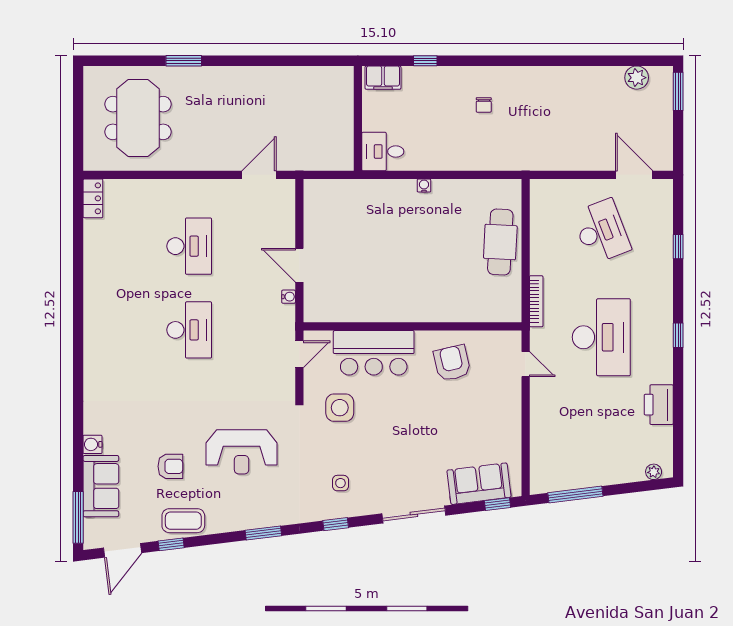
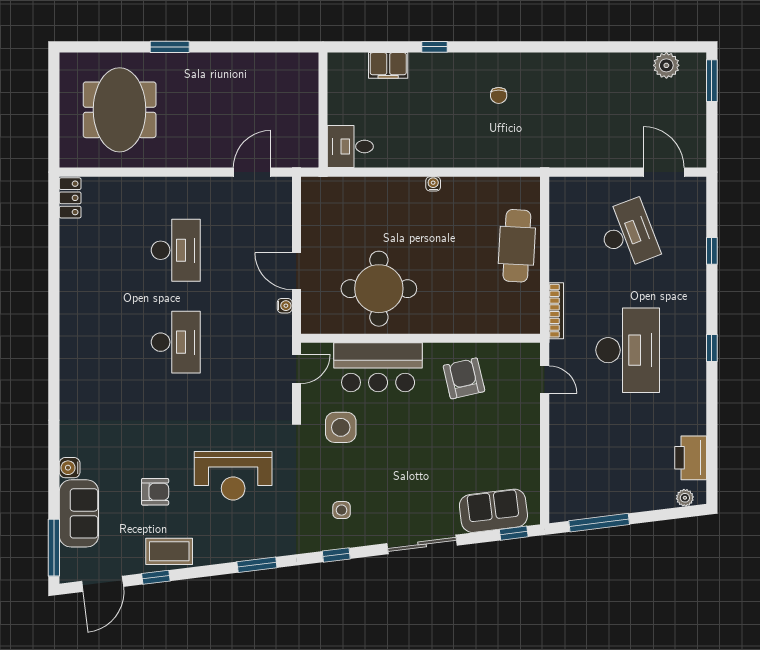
wall: (358, 118) -> (323, 110), moved
desk: (383, 152) -> (350, 146), moved
round table: (374, 281) -> (379, 289), added
printer: (659, 405) -> (691, 458), moved

